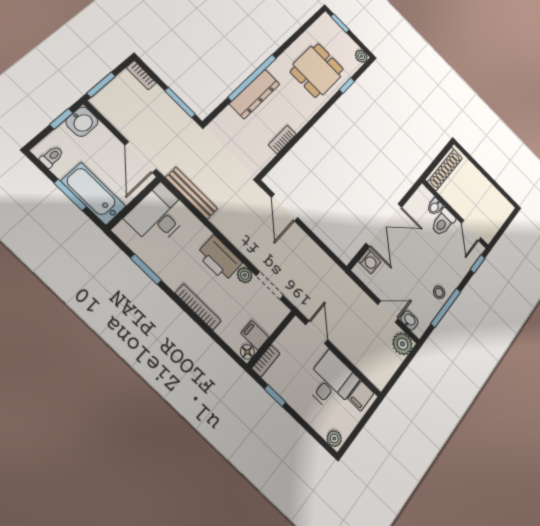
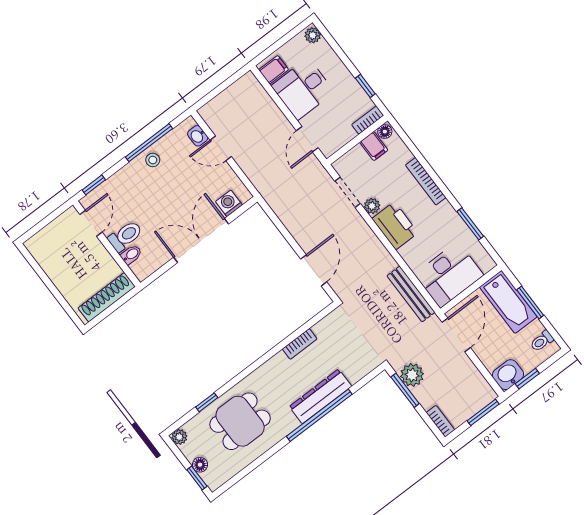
floor lamp: (340, 34) -> (200, 465), added
plant: (403, 344) -> (412, 375), moved

